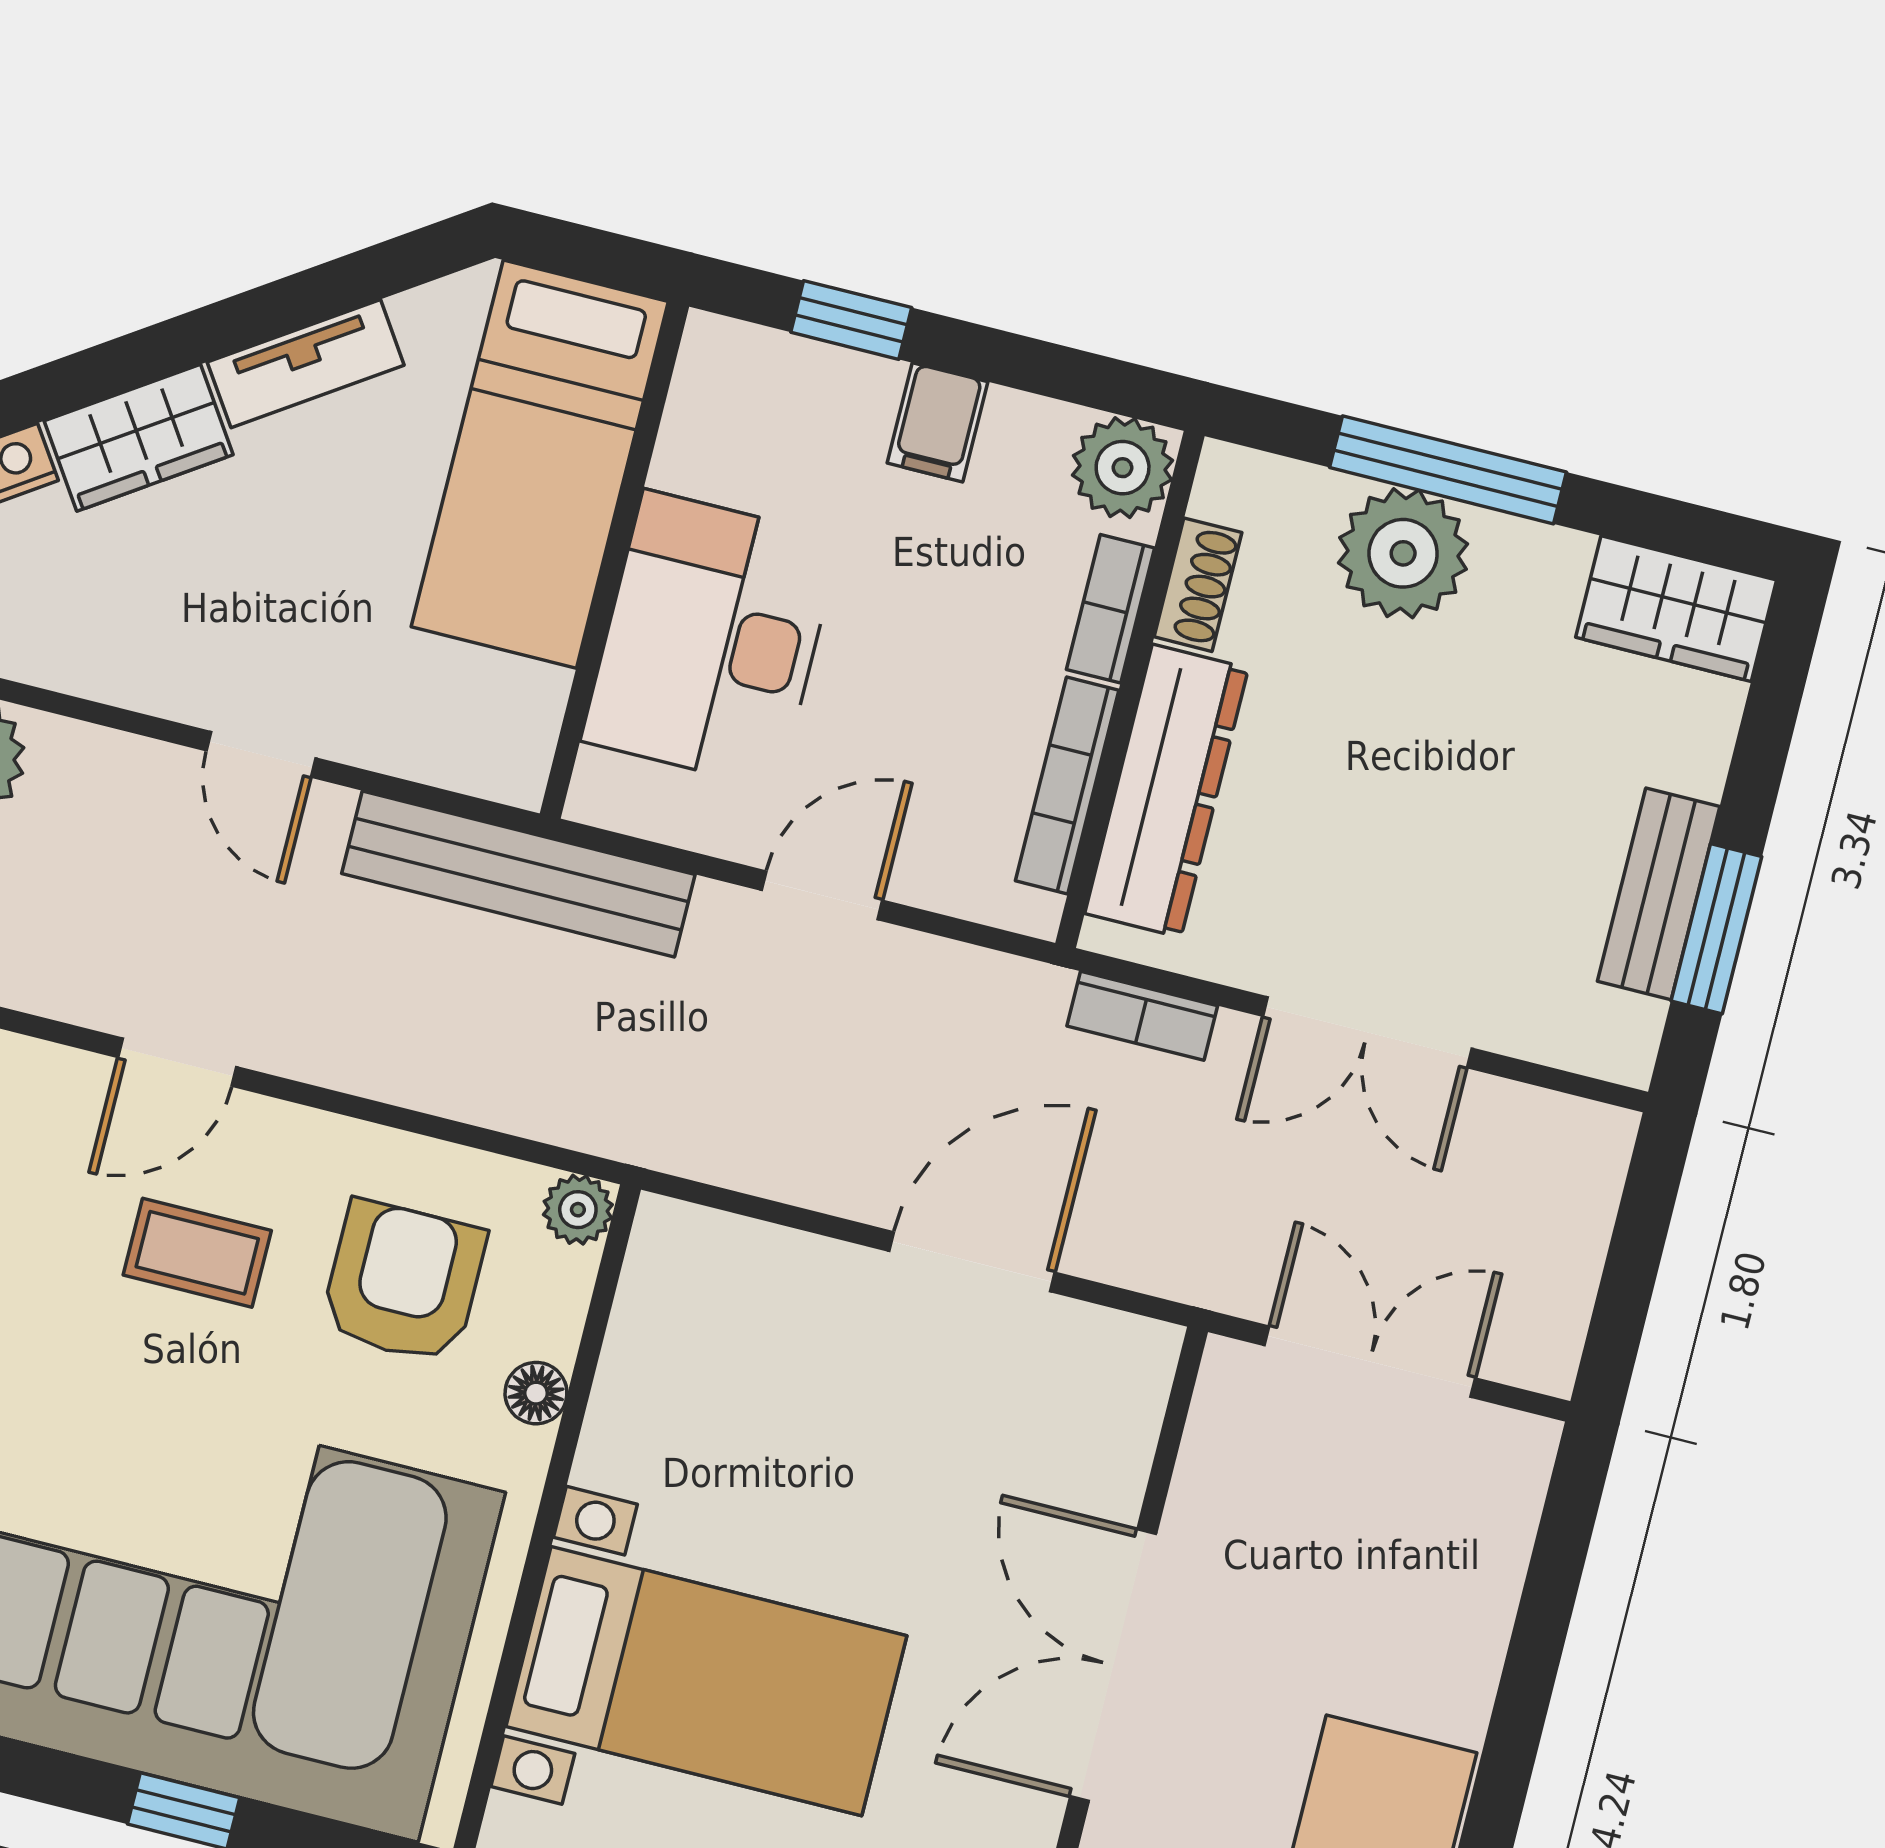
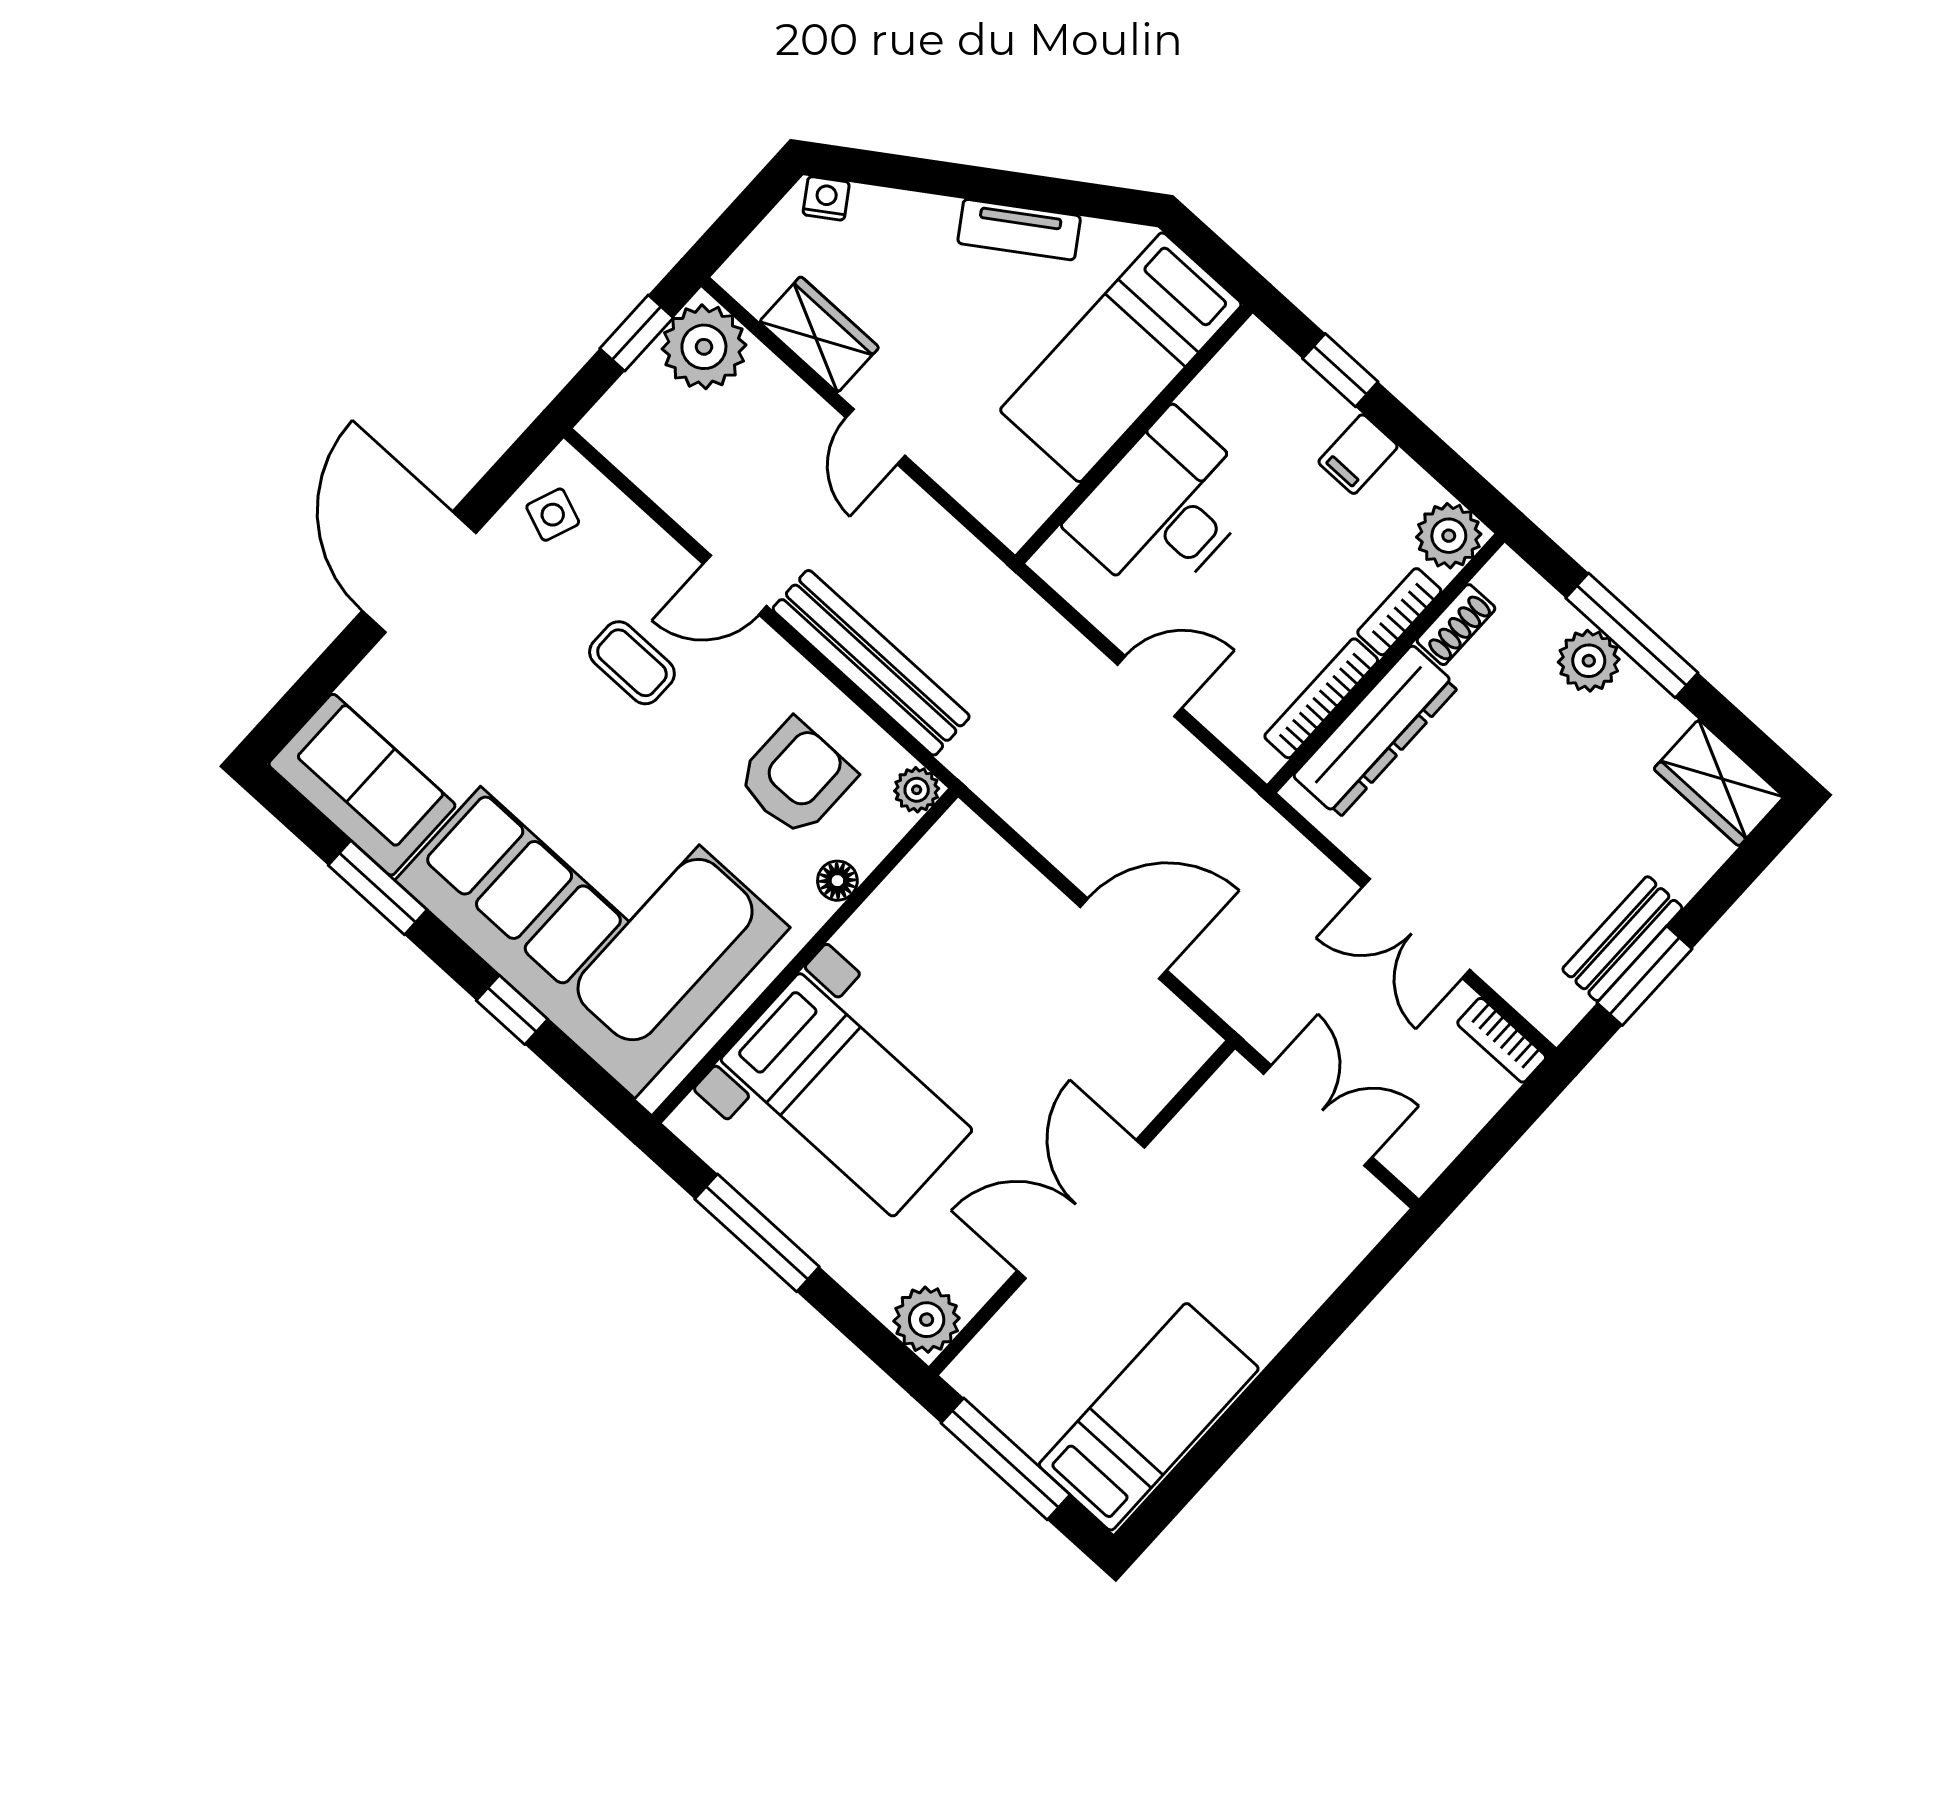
wardrobe: (139, 438) -> (819, 334), moved, turned -146
plant: (1403, 553) -> (1589, 661), width x0.73, depth x0.73
bench: (518, 874) -> (871, 663), moved
bookcase: (1142, 1016) -> (1502, 1040), moved
coffee table: (197, 1253) -> (632, 663), moved

